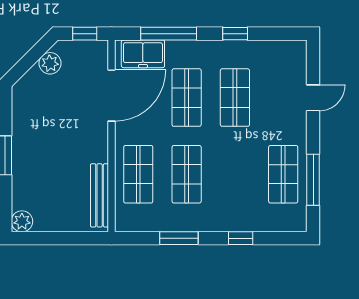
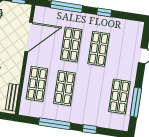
freezer: (143, 54) -> (50, 16), removed
bench: (100, 195) -> (12, 97), width x0.73
window: (179, 238) -> (55, 124), width x1.44

